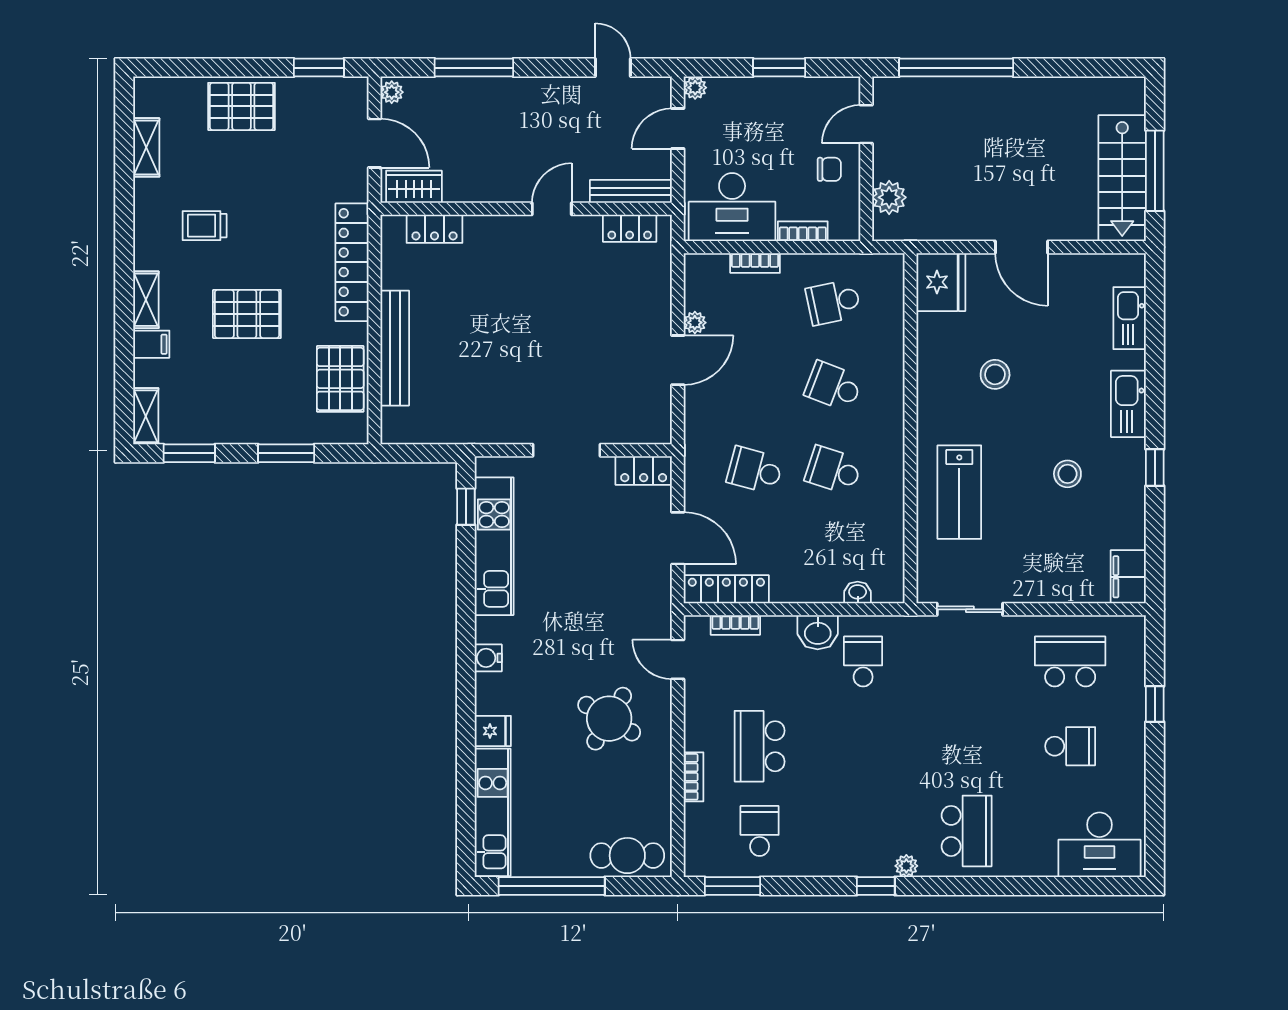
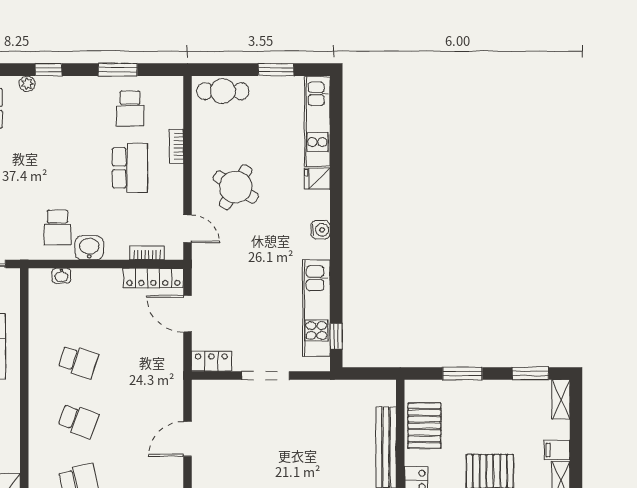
plant: (695, 323) -> (176, 465), removed
school desk: (755, 470) -> (133, 362), removed
window: (552, 886) -> (276, 70), width x0.47
window: (732, 886) -> (118, 70), moved

